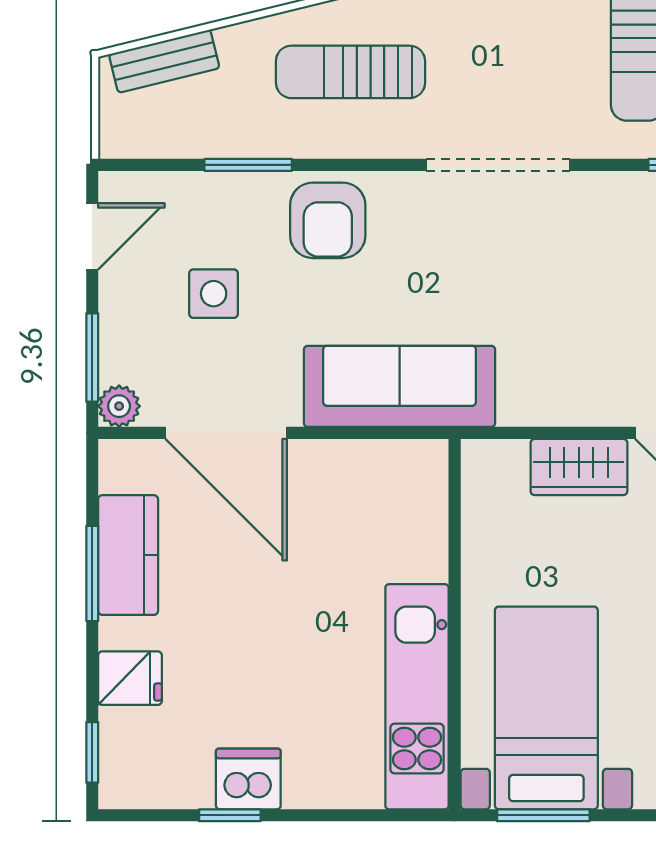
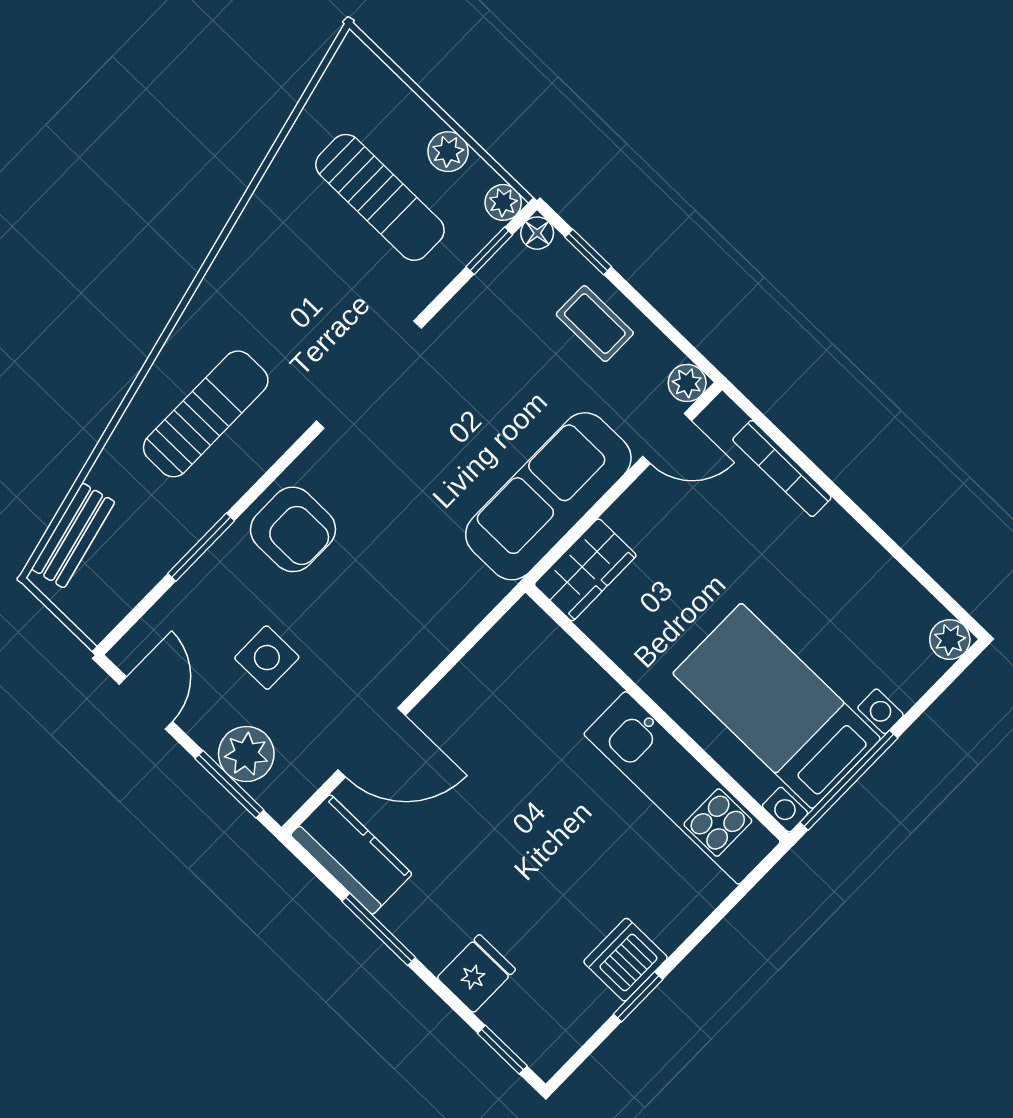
sun lounger: (351, 72) -> (206, 414), turned 180
sofa: (400, 386) -> (548, 496), moved
plant: (119, 406) -> (246, 754), moved, width x1.38, depth x1.38
door: (226, 433) -> (372, 742), width x0.73
wardrobe: (579, 467) -> (585, 570), moved
kitchen counter: (128, 555) -> (351, 854), moved
window: (543, 815) -> (849, 780), width x1.44

